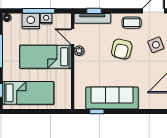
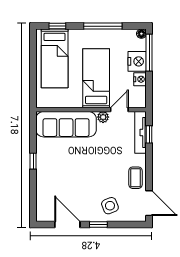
window: (39, 11) -> (149, 53), moved
armchair: (122, 49) -> (105, 166), removed
sofa: (112, 98) -> (66, 124), moved, turned 90
window: (97, 111) -> (33, 161), moved

